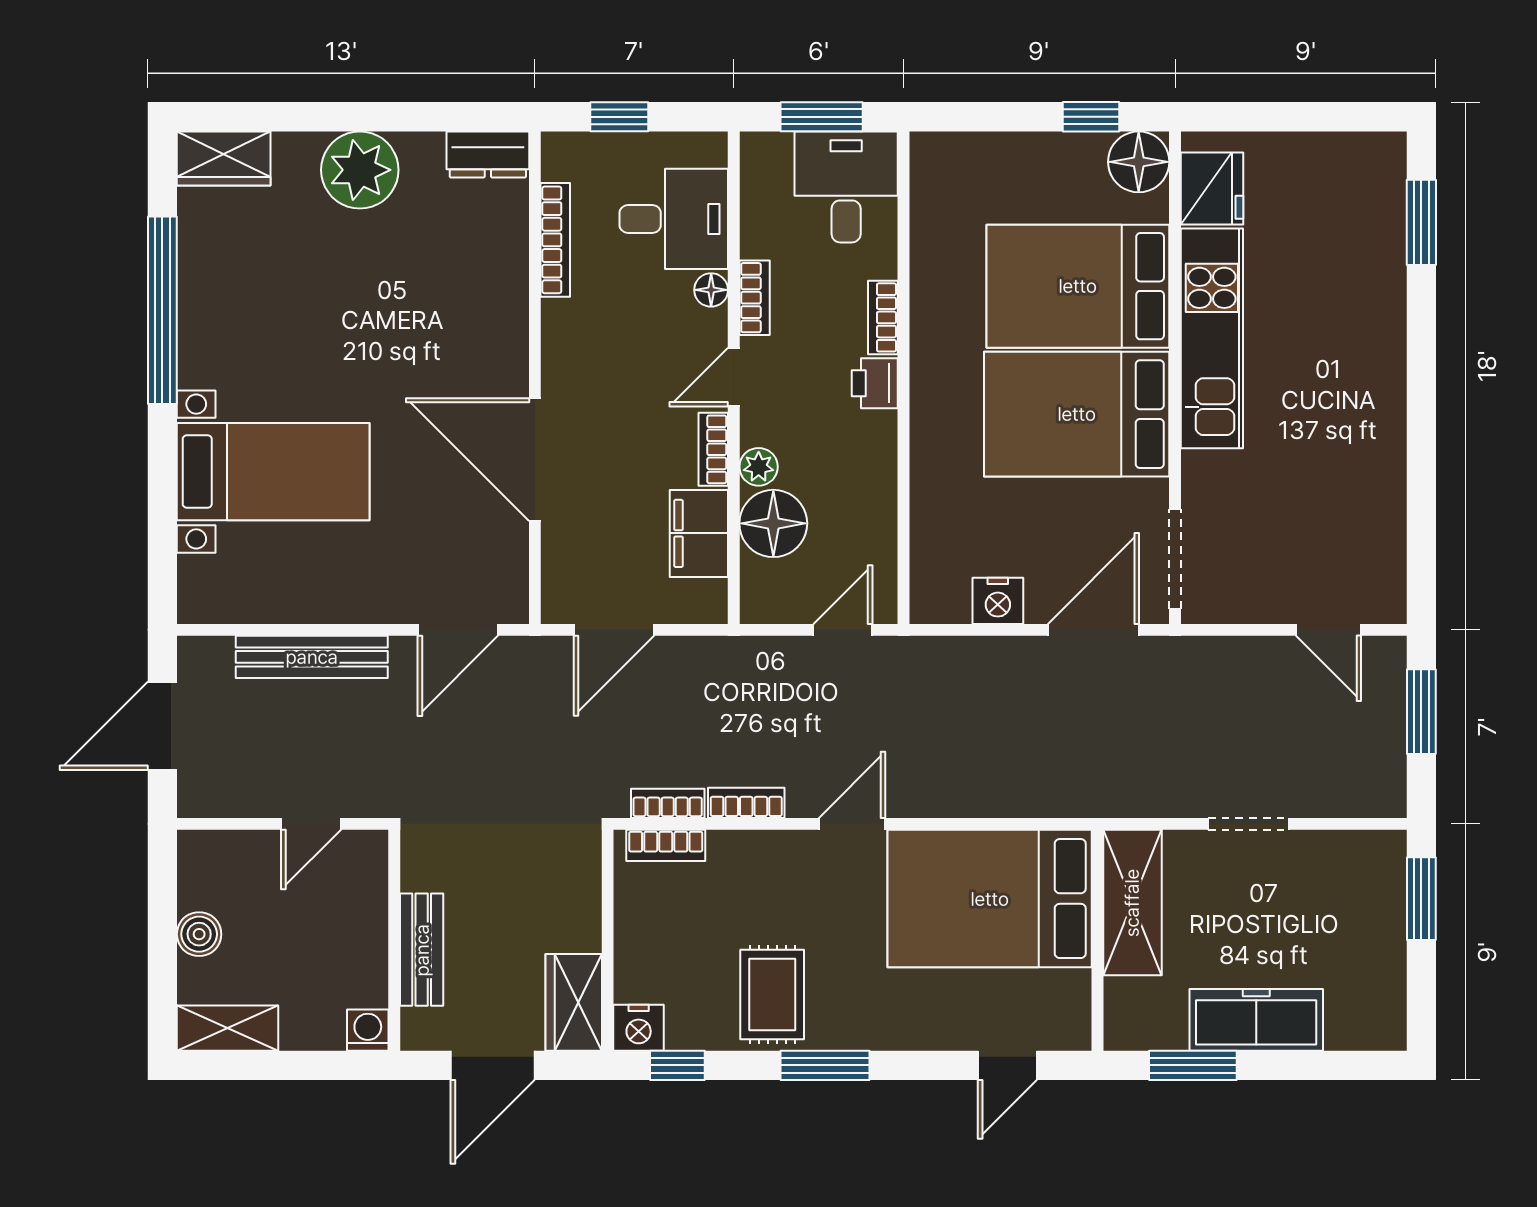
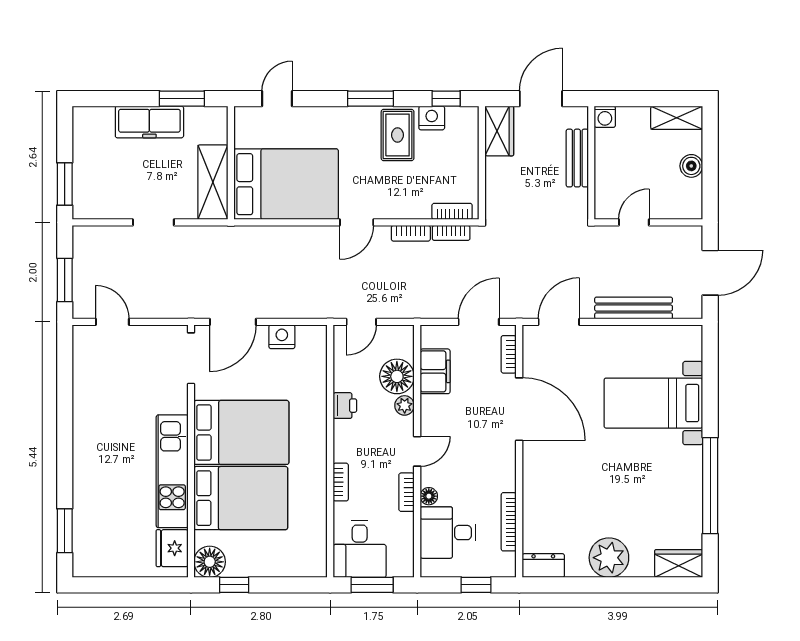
printer: (875, 383) -> (345, 406), moved
bookcase: (713, 449) -> (509, 354), moved, turned 180
nightstand: (639, 1028) -> (432, 118), moved

